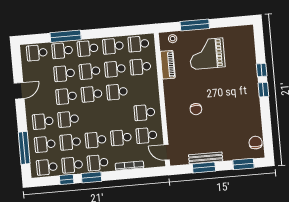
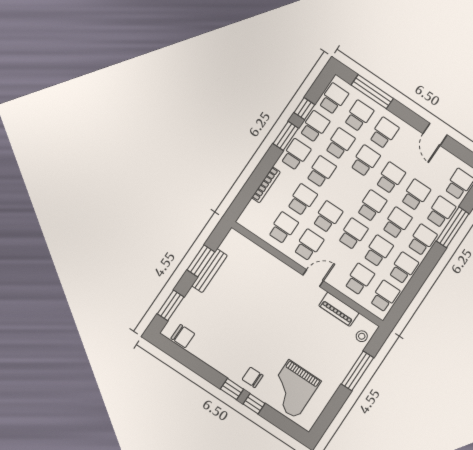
grand piano: (207, 54) -> (293, 389), moved, turned 180
chair: (196, 109) -> (253, 377), moved
school desk: (119, 115) -> (328, 217), added
door: (167, 152) -> (313, 278), moved

